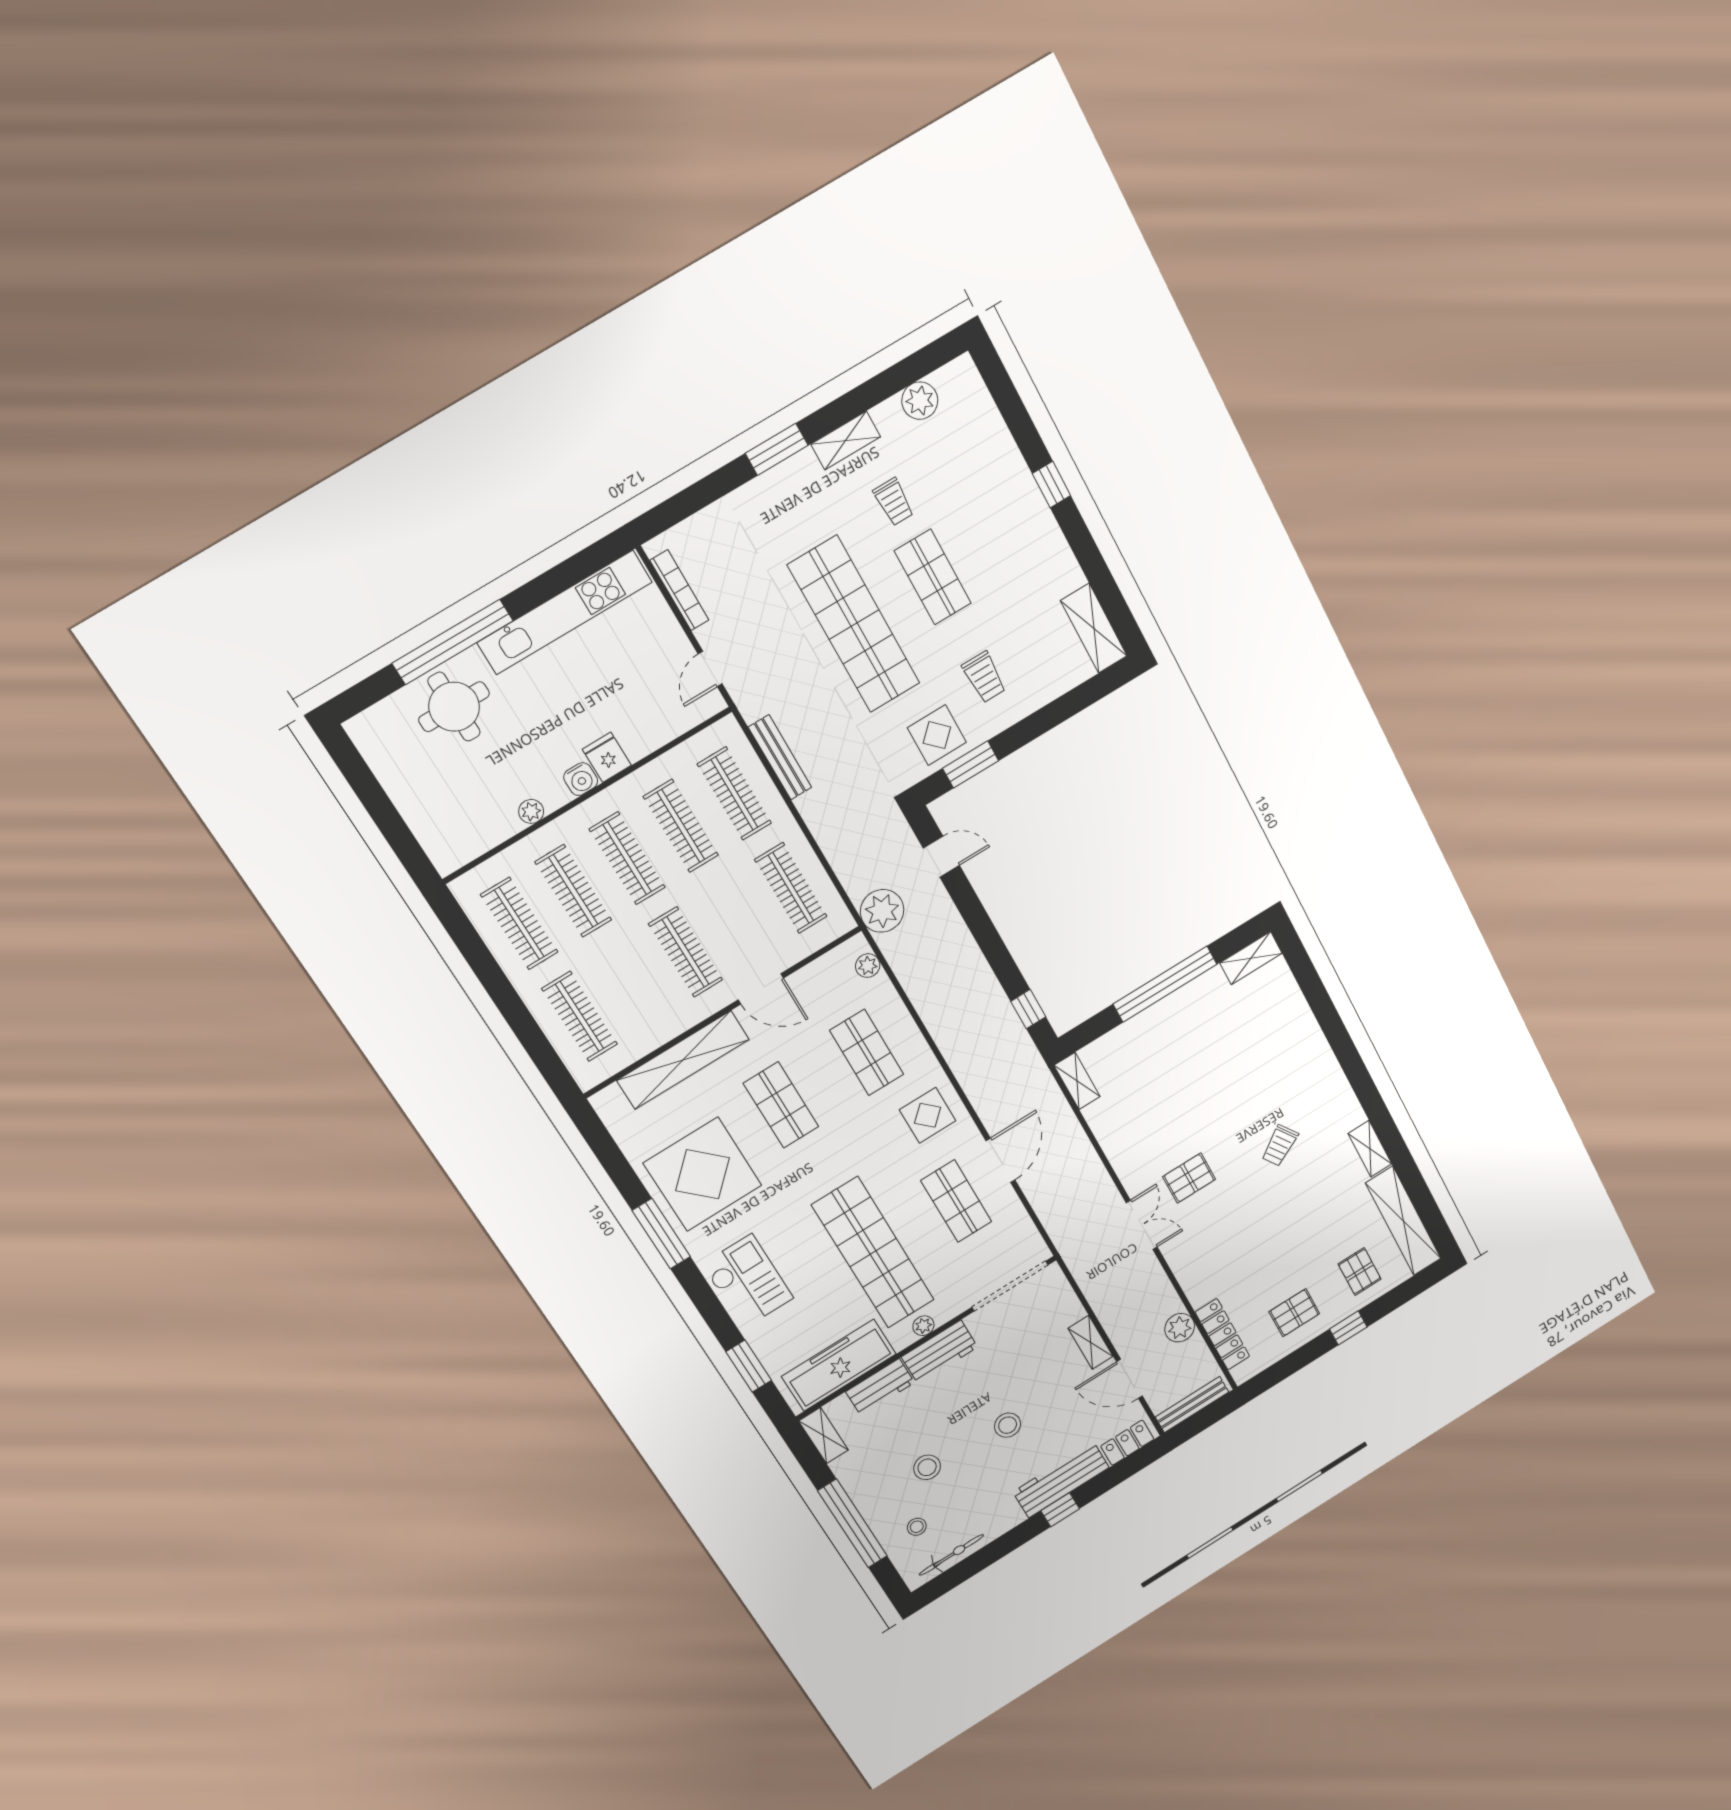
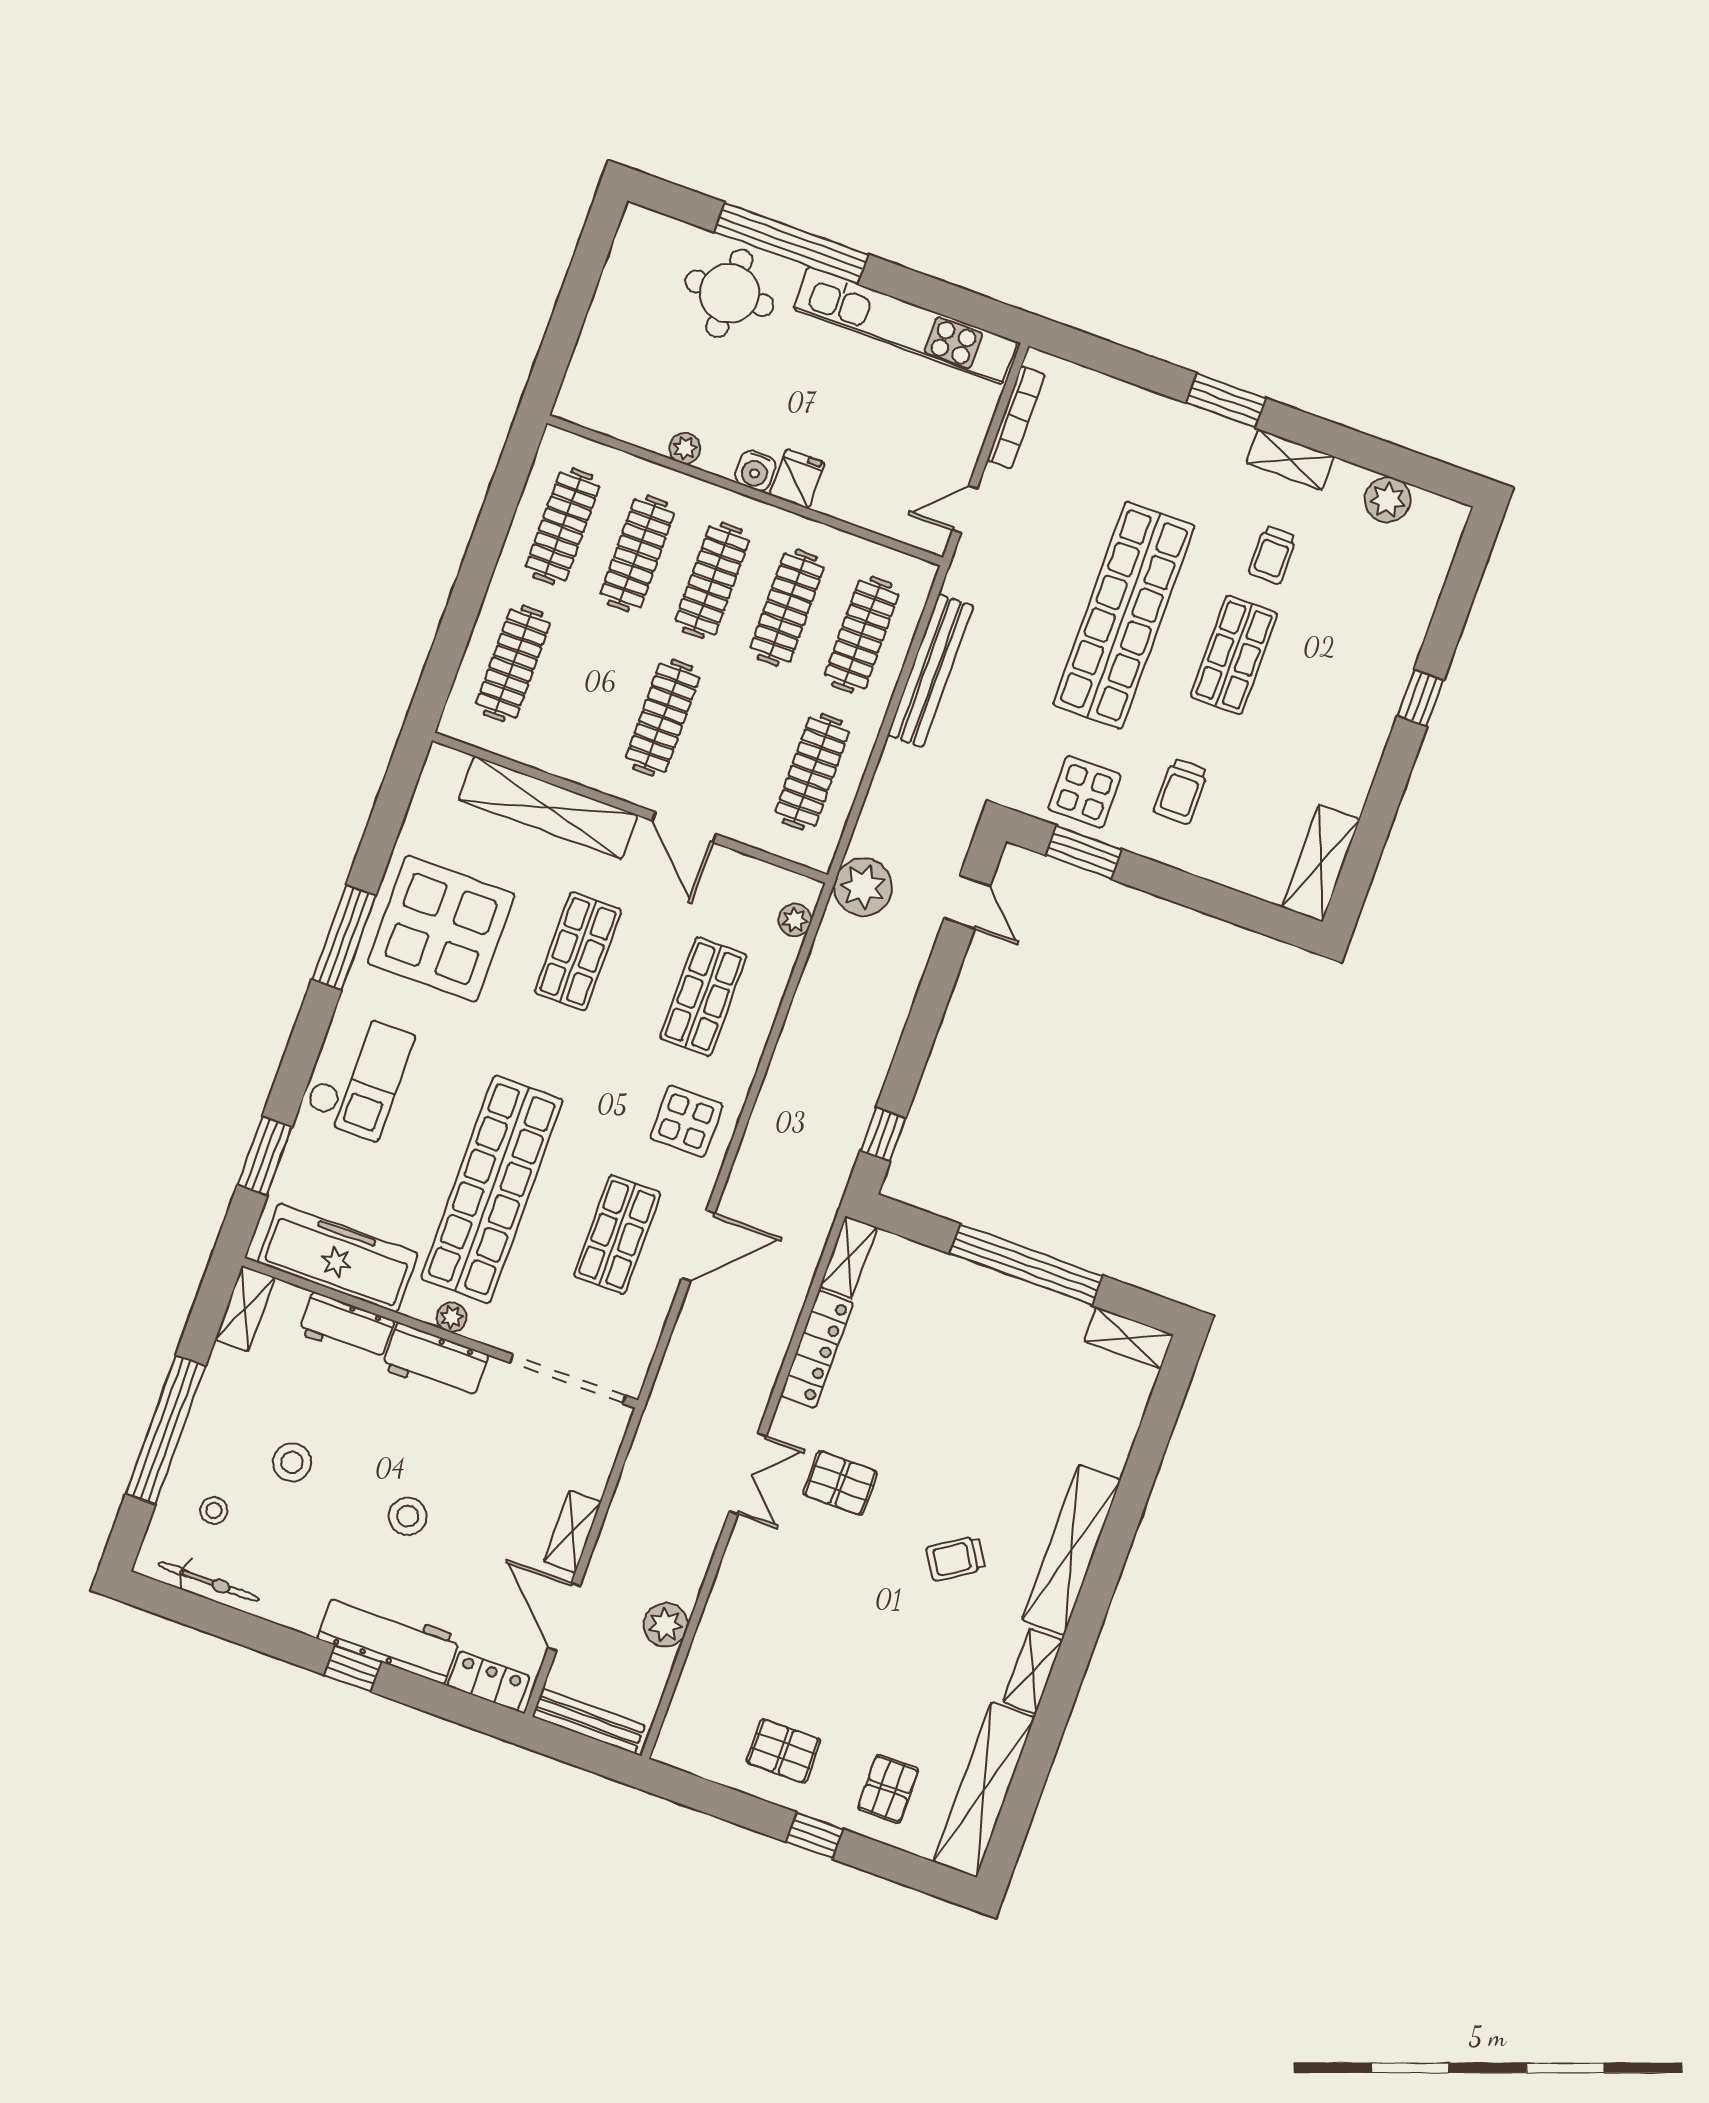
bench: (780, 757) -> (931, 671), width x1.37, depth x1.21
shelving: (1329, 1079) -> (1071, 1550), added
locker: (1222, 1334) -> (817, 1349), moved

